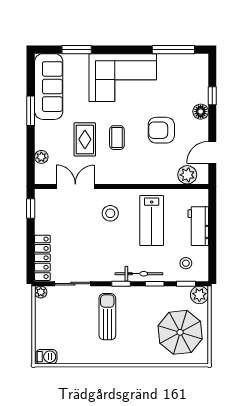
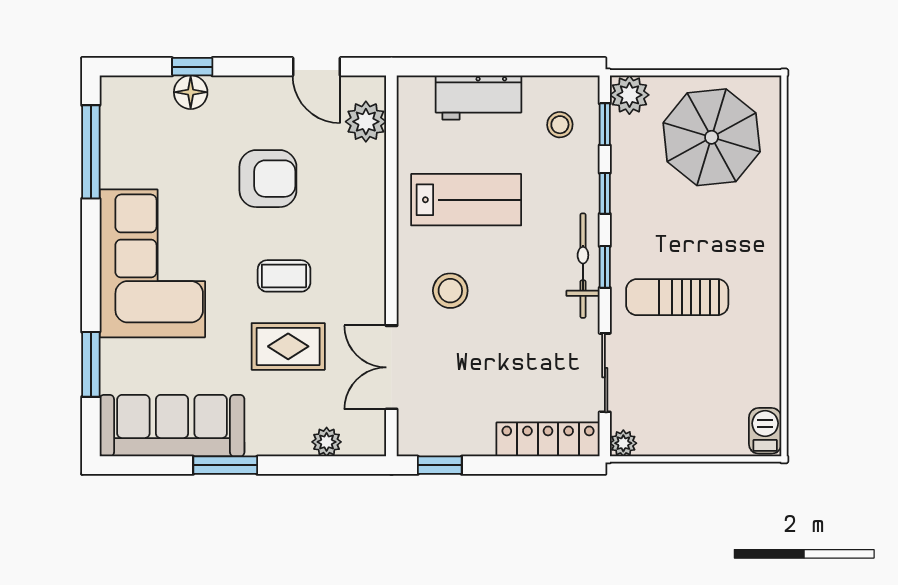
floor lamp: (201, 112) -> (191, 92), moved
armchair: (161, 130) -> (268, 179), turned -90
bicycle: (139, 274) -> (583, 266), moved

